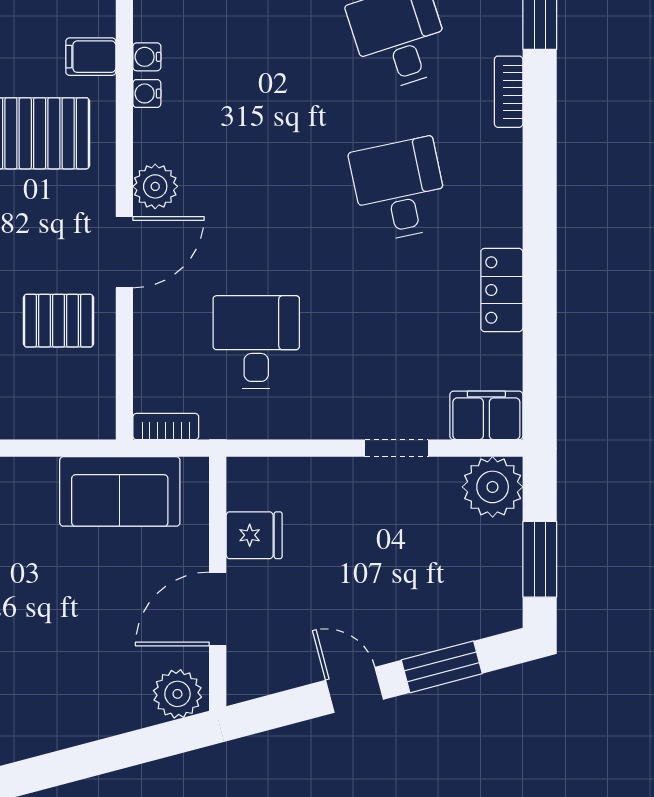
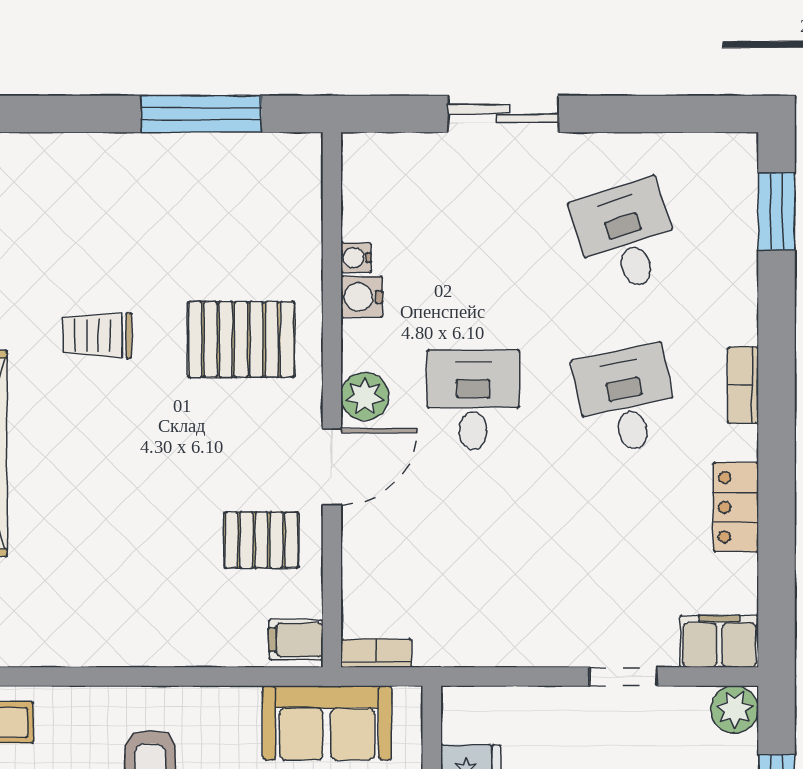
filing cabinet: (91, 57) -> (296, 640), moved
bookcase: (509, 92) -> (743, 385), moved
water cooler: (147, 93) -> (362, 297), width x1.38, depth x1.38
desk: (256, 342) -> (473, 400), moved
plant: (493, 487) -> (735, 709), width x0.73, depth x0.73

